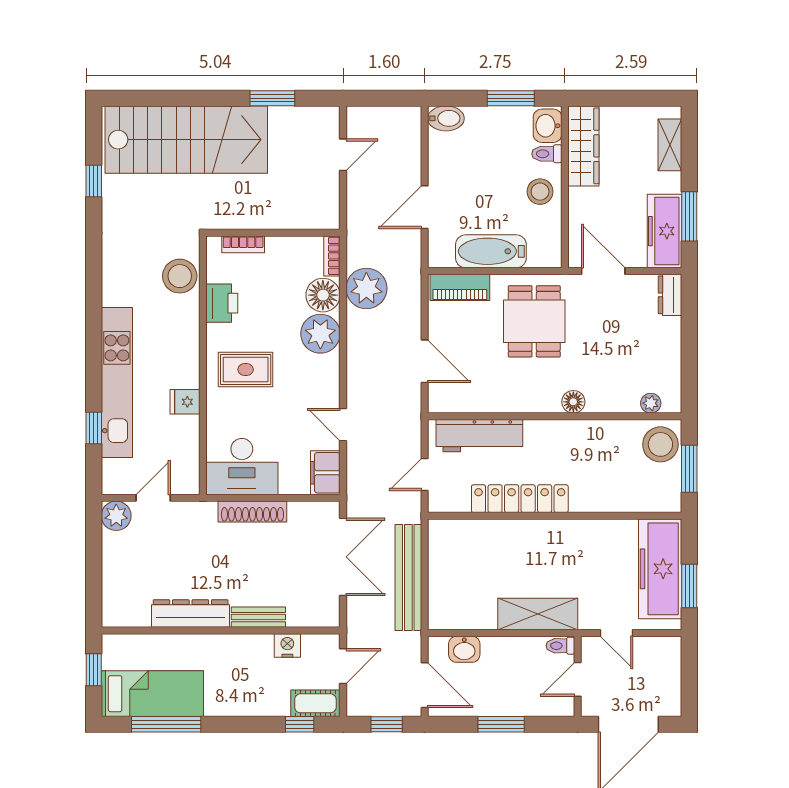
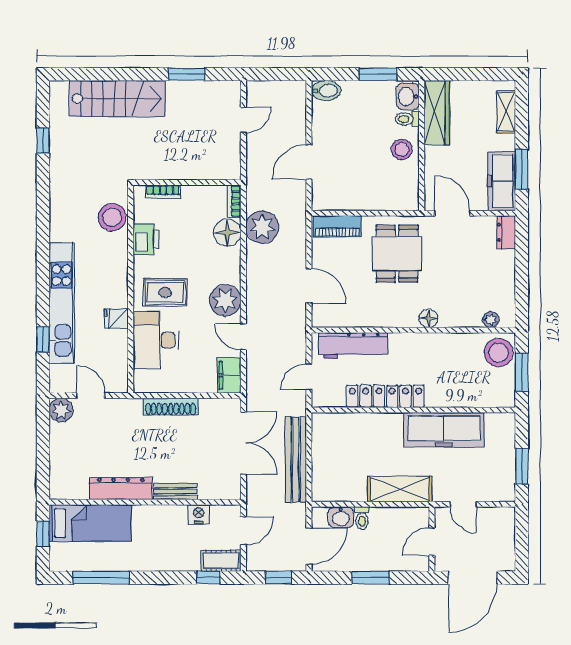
stairs: (186, 140) -> (117, 99), width x0.73, depth x0.66
bathtub: (491, 251) -> (362, 197), removed
plant: (320, 334) -> (225, 300), moved
desk: (242, 467) -> (156, 340), moved, turned 90
door: (153, 498) -> (91, 396), hinge flipped
freezer: (660, 569) -> (444, 430), moved, turned -90
toilet: (560, 646) -> (362, 518), moved, turned -90
door: (425, 685) -> (309, 546), hinge flipped
bed: (152, 694) -> (90, 523), moved

